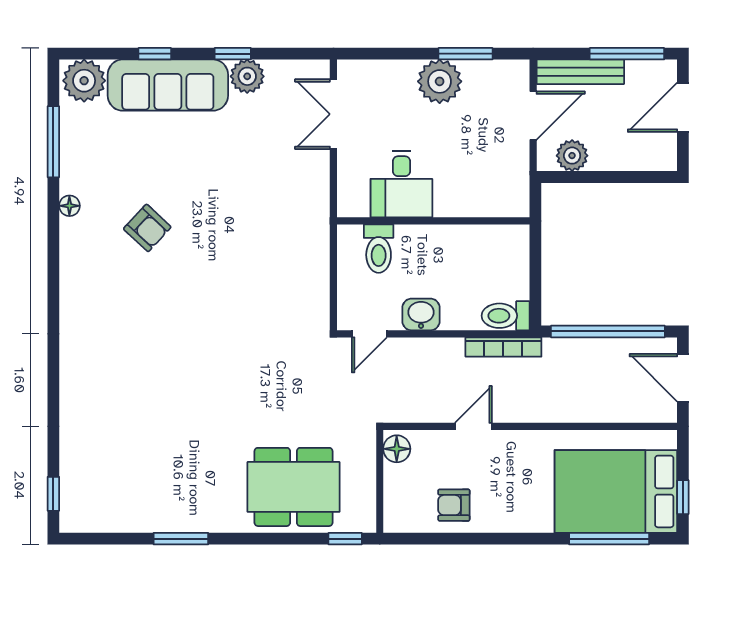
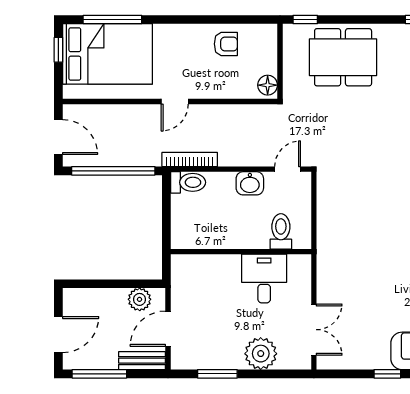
bench: (580, 72) -> (142, 361), width x0.73
plant: (247, 76) -> (377, 357), removed
plant: (440, 81) -> (261, 354), moved
door: (473, 426) -> (175, 102), moved

